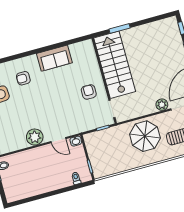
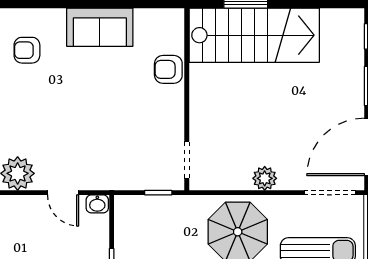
stairs: (115, 65) -> (254, 35), moved, turned 90
armchair: (89, 92) -> (168, 69), moved, turned -90
plant: (162, 105) -> (265, 178), moved

